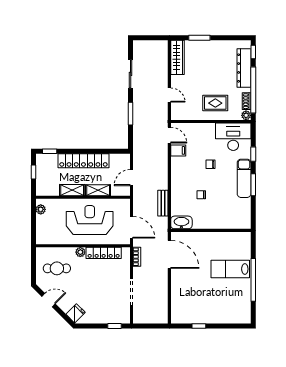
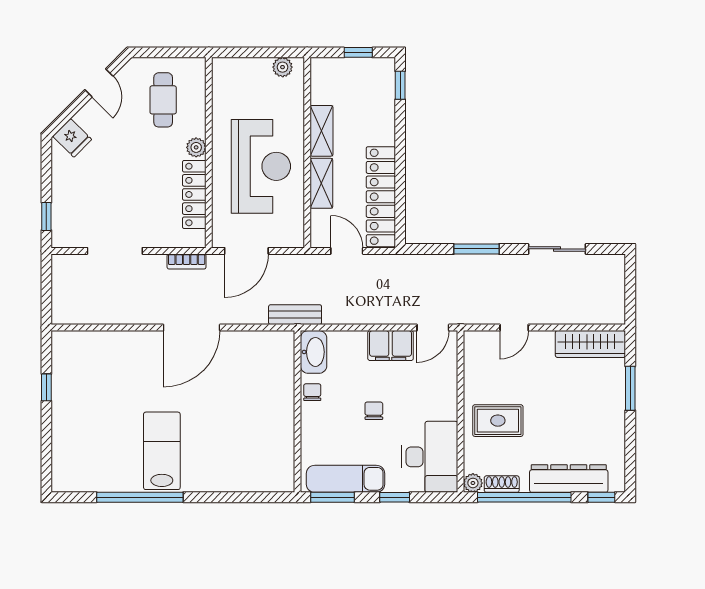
rug: (215, 103) -> (498, 421), turned 90
filing cabinet: (178, 150) -> (391, 346), width x2.00
locker: (83, 161) -> (381, 197), moved
washbasin: (181, 222) -> (314, 352), moved
wall: (211, 230) -> (298, 411), moved

